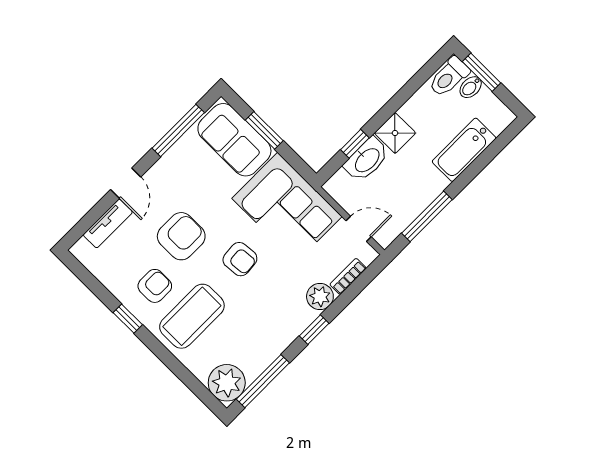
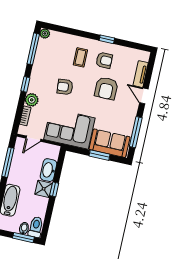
window: (355, 144) -> (54, 189), moved
armchair: (240, 259) -> (65, 87), moved
armchair: (155, 286) -> (104, 60), turned -90
coffee table: (192, 316) -> (80, 57), width x0.54, depth x0.58
plant: (227, 383) -> (45, 33), width x0.53, depth x0.53

